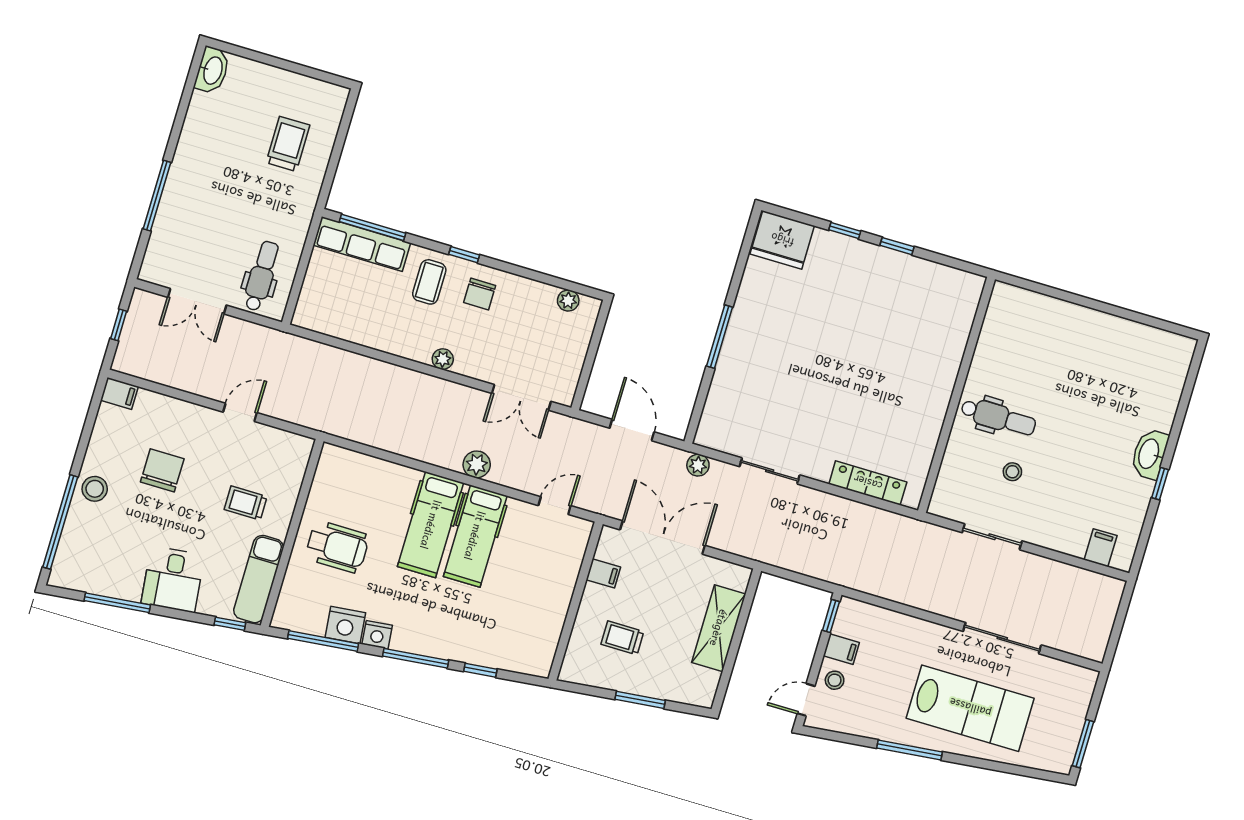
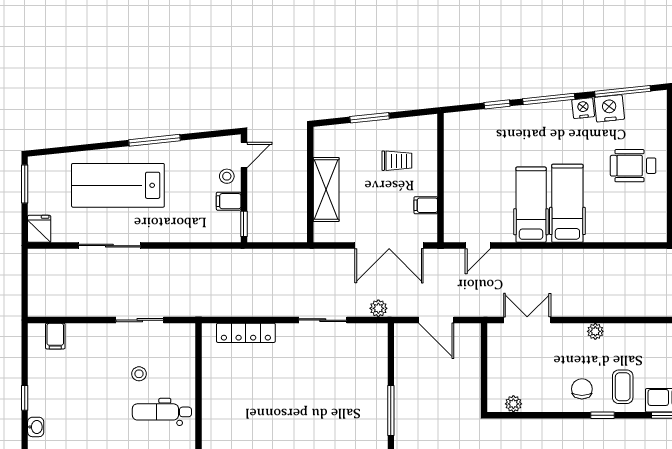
washbasin: (1150, 454) -> (36, 427), width x0.52, depth x0.69
plant: (477, 464) -> (546, 259), removed
fridge: (1082, 684) -> (39, 229), added

